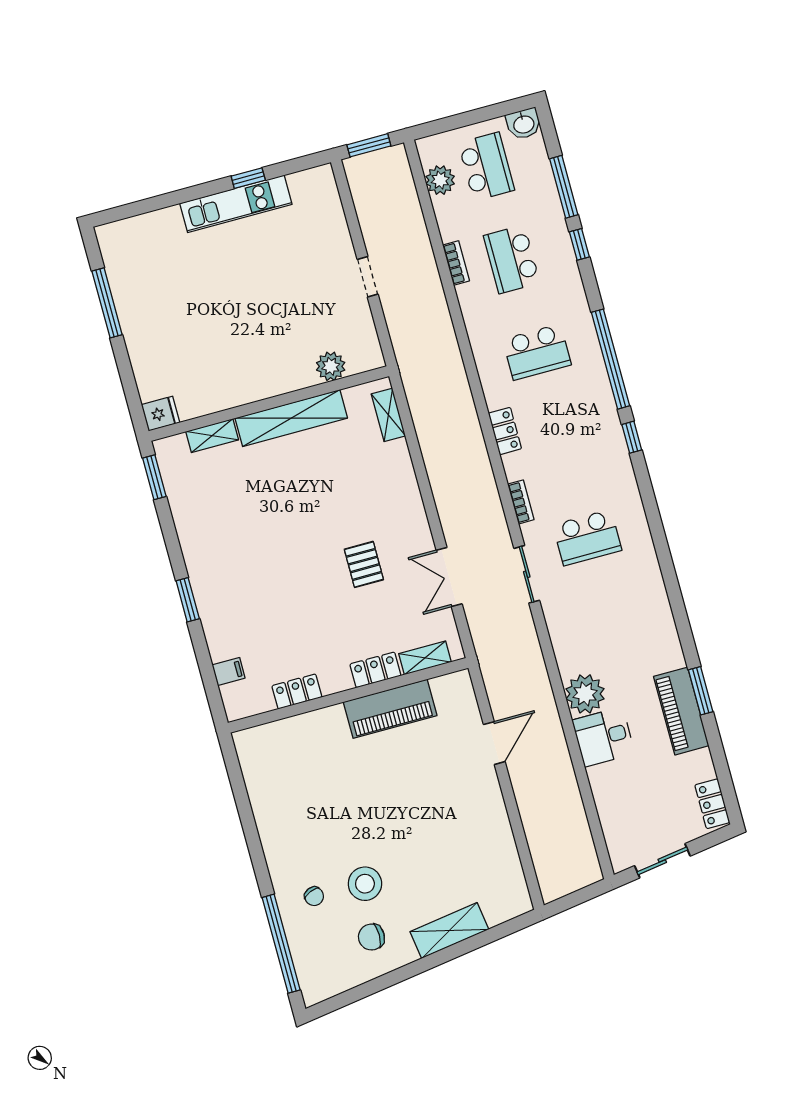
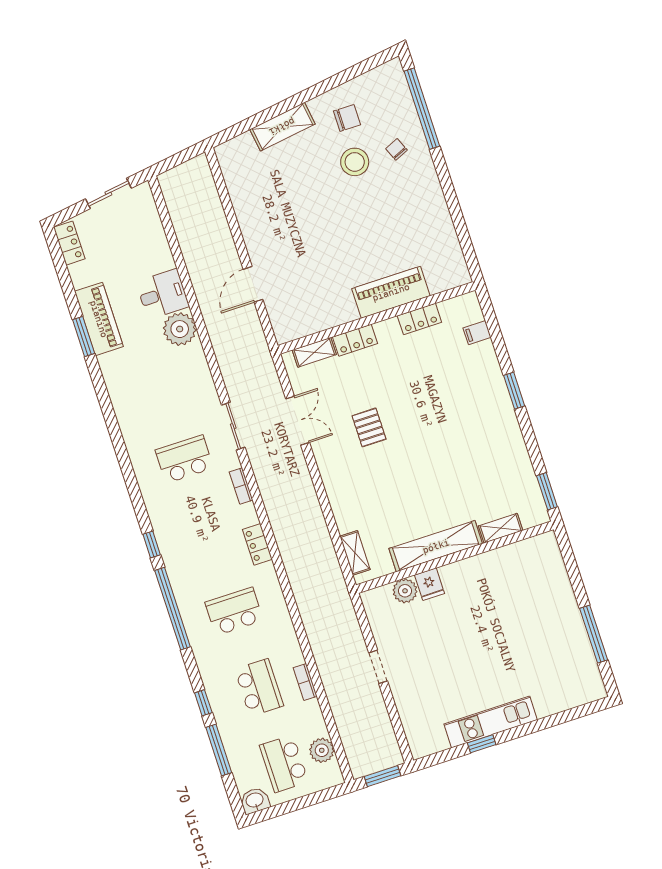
fridge: (161, 414) -> (429, 584), moved, turned -90
piano: (390, 709) -> (391, 292), moved

